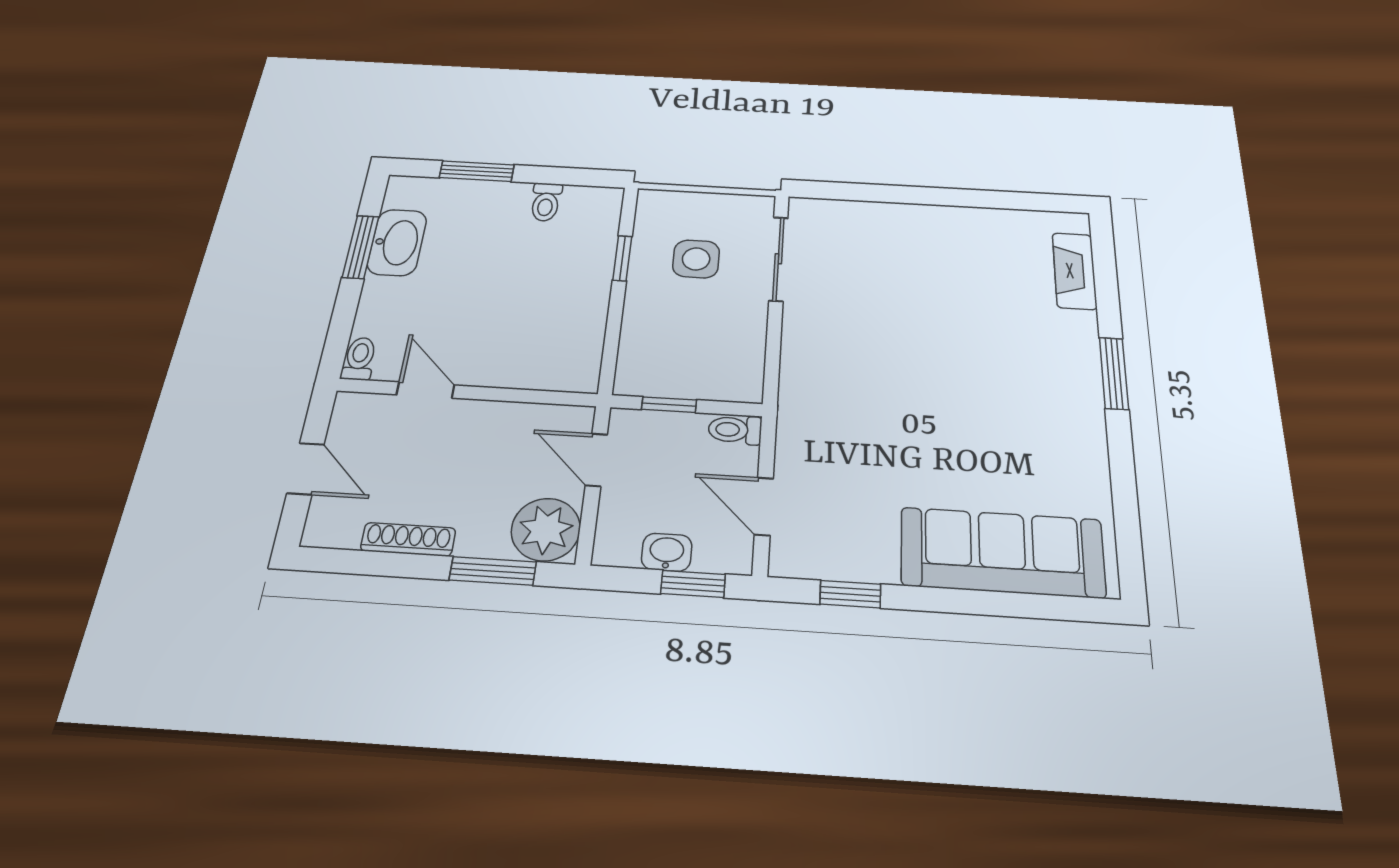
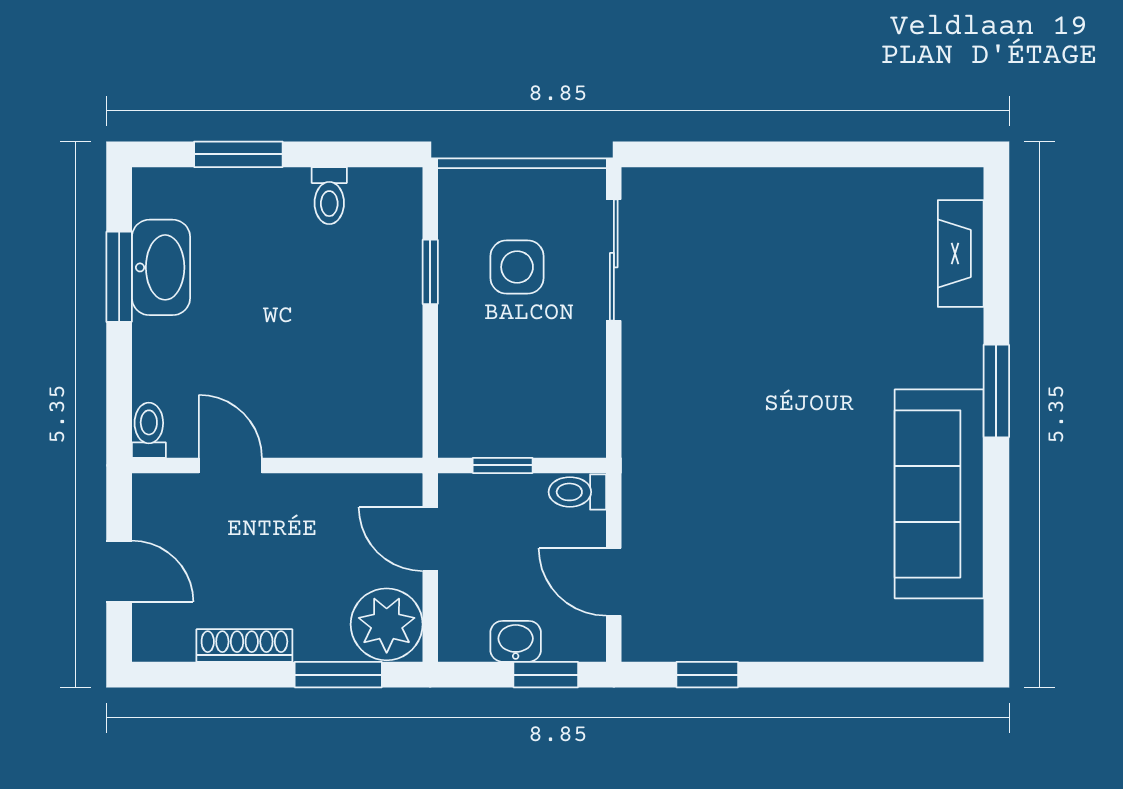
sofa: (1002, 552) -> (939, 494), moved, turned -90

